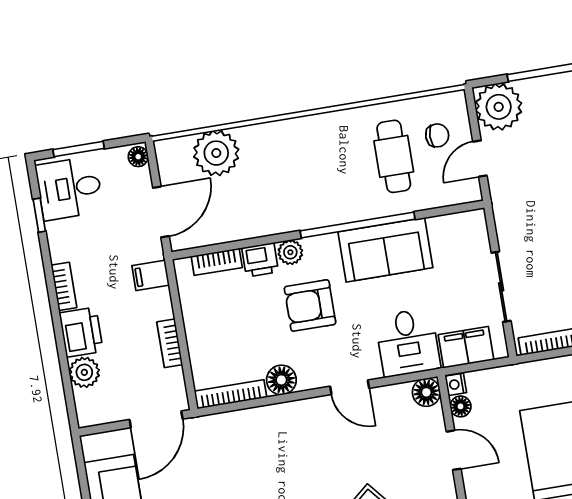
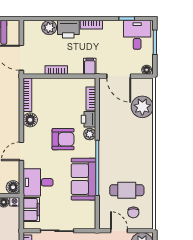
armchair: (310, 305) -> (63, 139), turned 90

